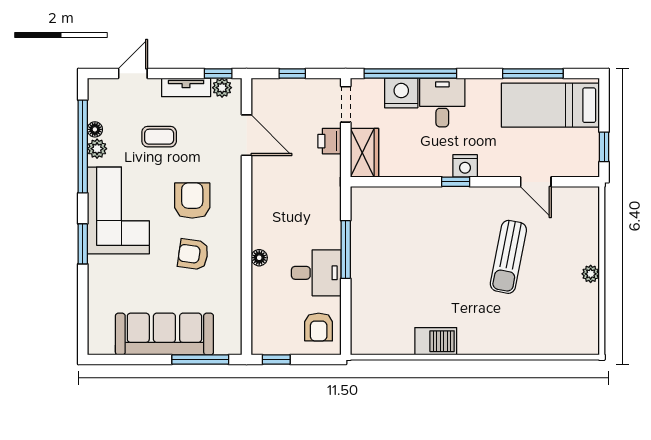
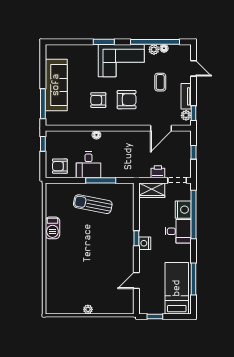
armchair: (193, 254) -> (98, 100), turned -98
sun lounger: (508, 257) -> (93, 204), moved

